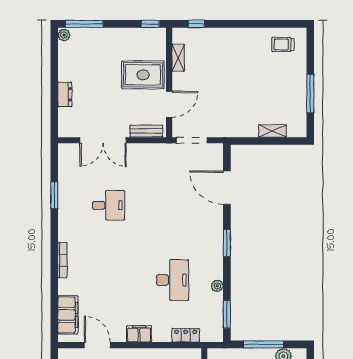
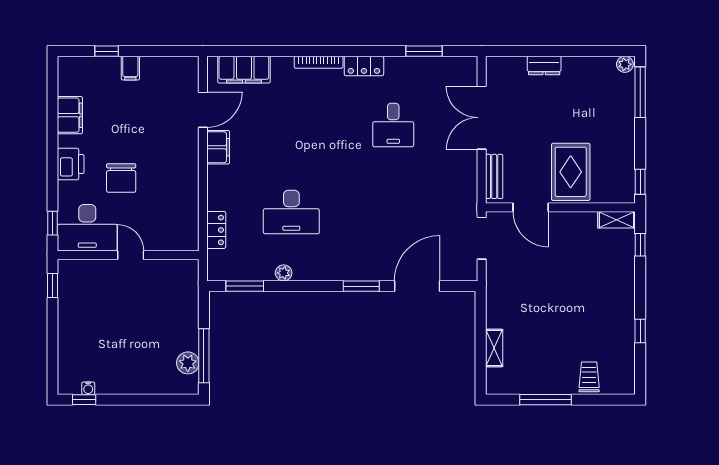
window: (260, 24) -> (640, 331), added
trolley: (283, 44) -> (589, 377), moved
shelving: (178, 58) -> (617, 220), moved
window: (54, 195) -> (424, 51), moved
locker: (65, 227) -> (364, 66), added
window: (227, 243) -> (361, 286), moved
filing cabinet: (139, 334) -> (218, 147), moved
window: (263, 344) -> (204, 356), moved

